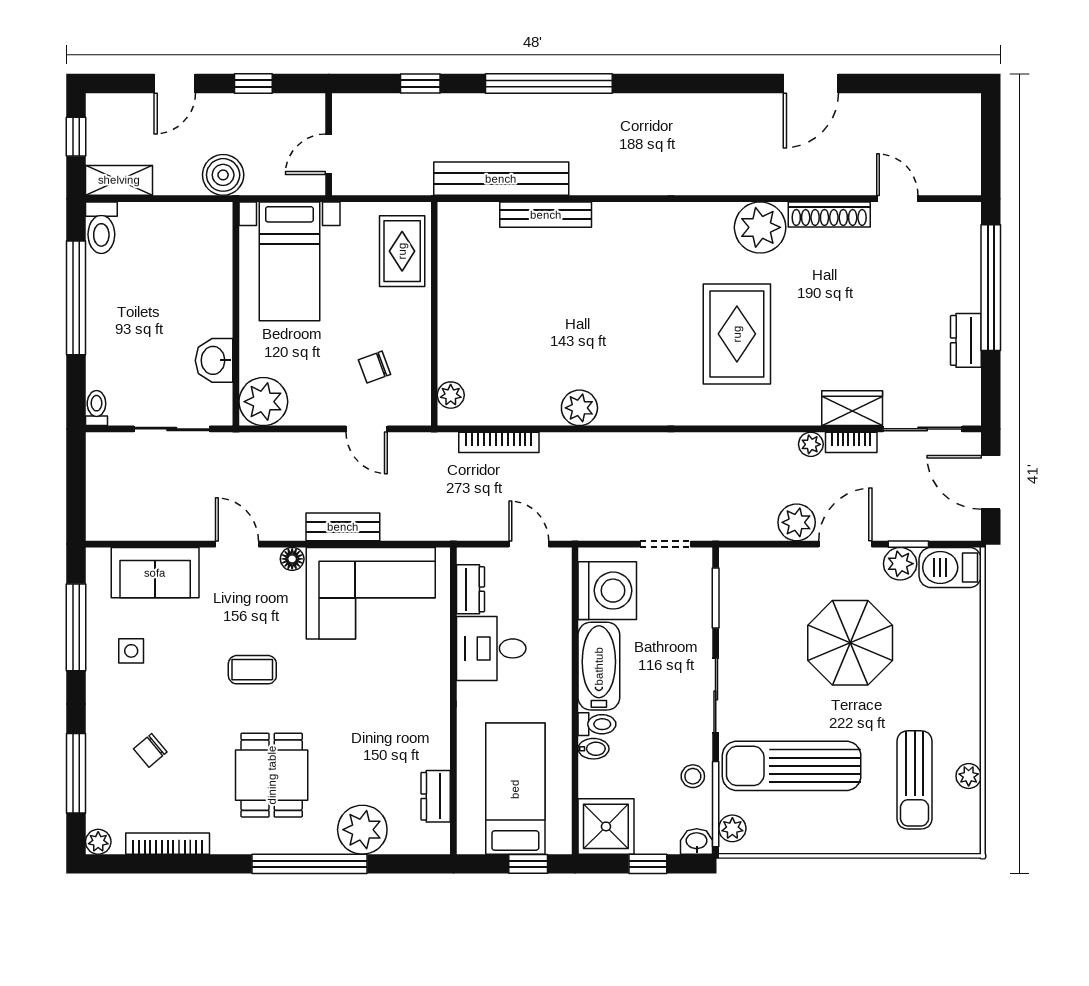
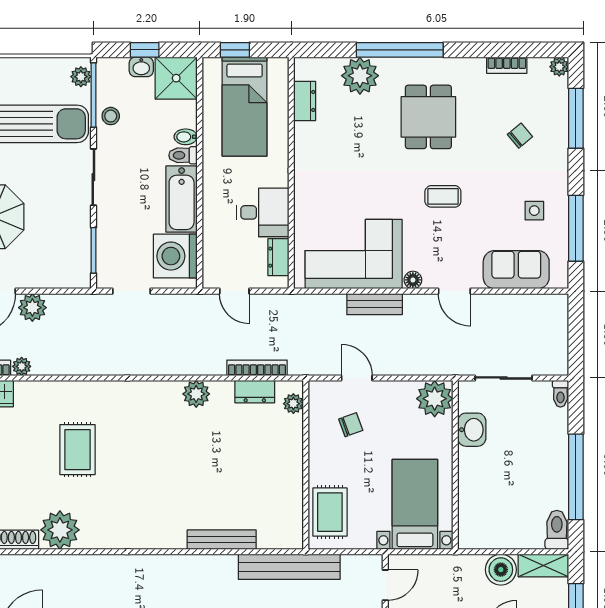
boiler: (223, 175) -> (501, 570), moved
bench: (501, 179) -> (289, 567), moved
rug: (737, 334) -> (78, 450), width x0.73, depth x0.70
dresser: (502, 411) -> (255, 392), added
washbasin: (697, 841) -> (141, 67), moved
bookcase: (168, 844) -> (507, 65), width x0.64

